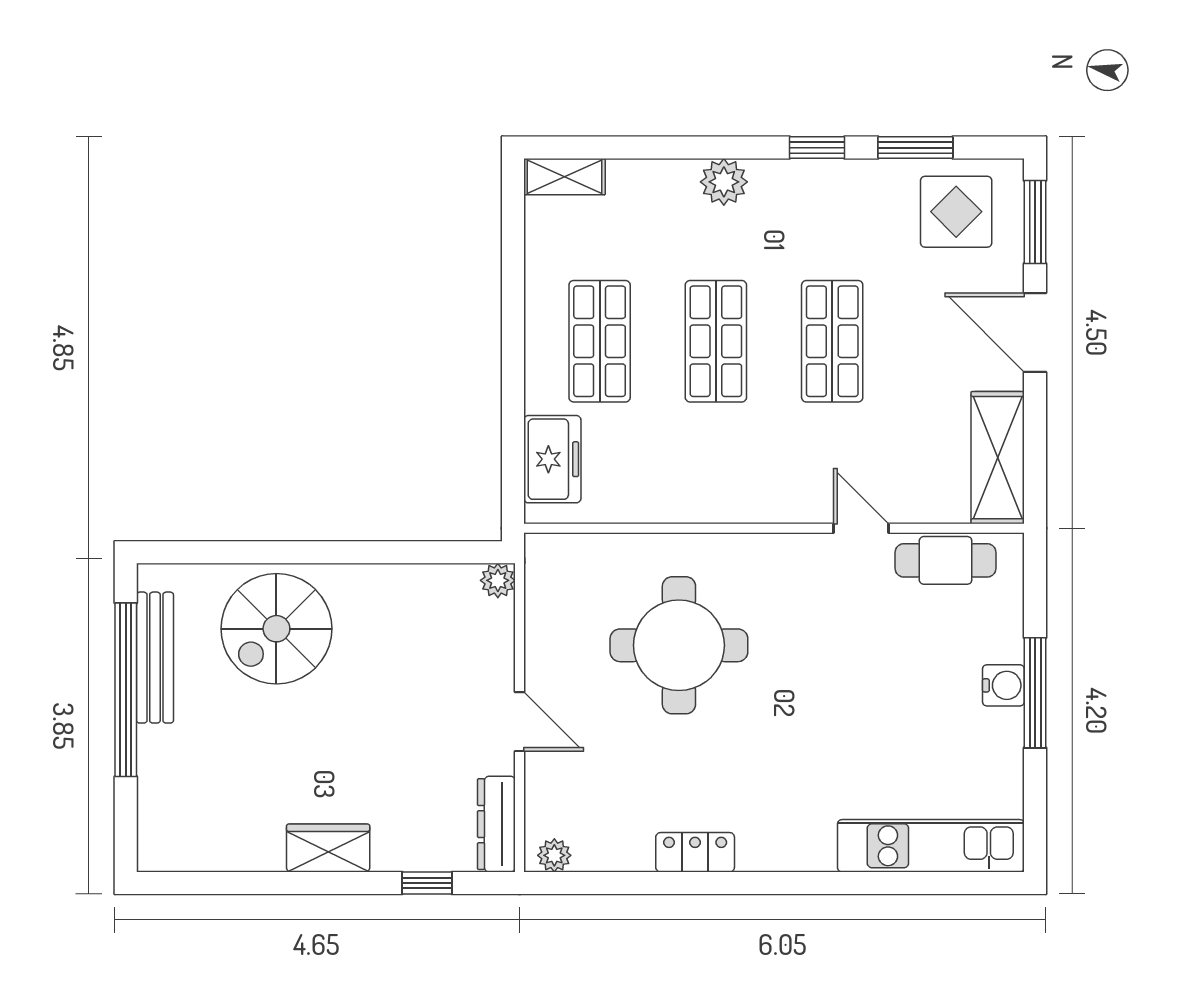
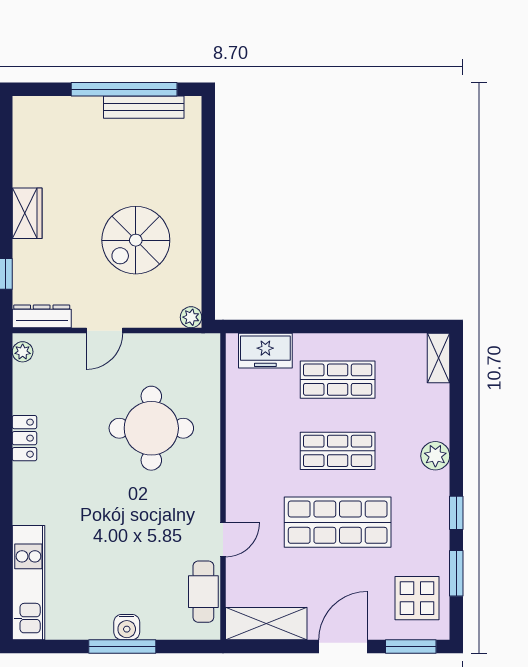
shop shelf: (832, 341) -> (338, 522), width x1.43, depth x1.36
spiral stairs: (276, 629) -> (136, 240), moved, turned -90

